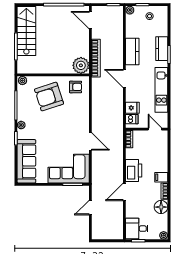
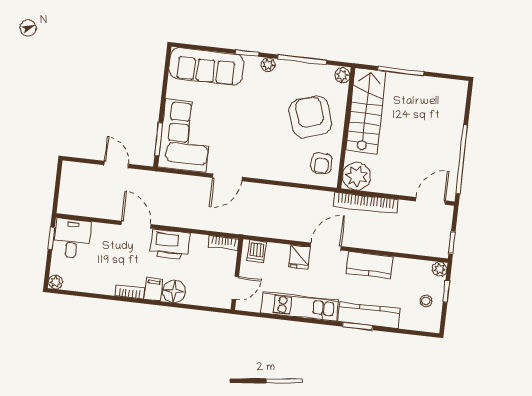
stairs: (26, 31) -> (366, 111), moved, turned -90
kitchen counter: (162, 49) -> (369, 315), width x1.50
fridge: (132, 108) -> (300, 257), moved
floor lamp: (161, 207) -> (174, 291), moved

